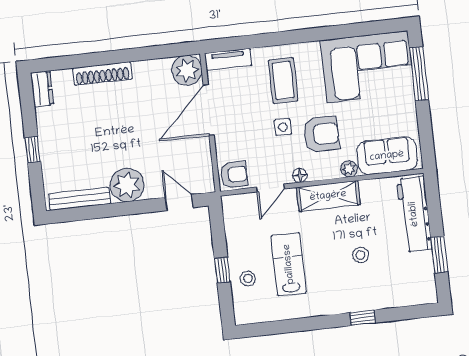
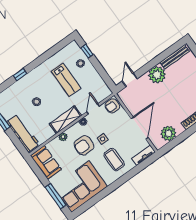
plant: (187, 70) -> (168, 133), moved
sofa: (387, 156) -> (46, 162), moved, turned -90
door: (179, 203) -> (130, 80), swing flipped
window: (222, 270) -> (87, 51), moved

